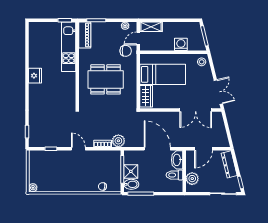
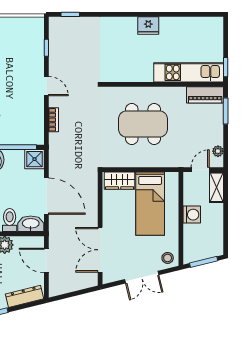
door: (138, 38) -> (200, 170), hinge flipped
washing machine: (181, 44) -> (192, 215), moved
chair: (126, 51) -> (183, 152), removed
dining table: (106, 79) -> (143, 124), turned 90
double door: (218, 92) -> (142, 277), moved
plant: (118, 141) -> (57, 142), removed
door: (78, 149) -> (46, 86), hinge flipped
door: (157, 149) -> (46, 196), hinge flipped
shower: (131, 171) -> (35, 159), moved

